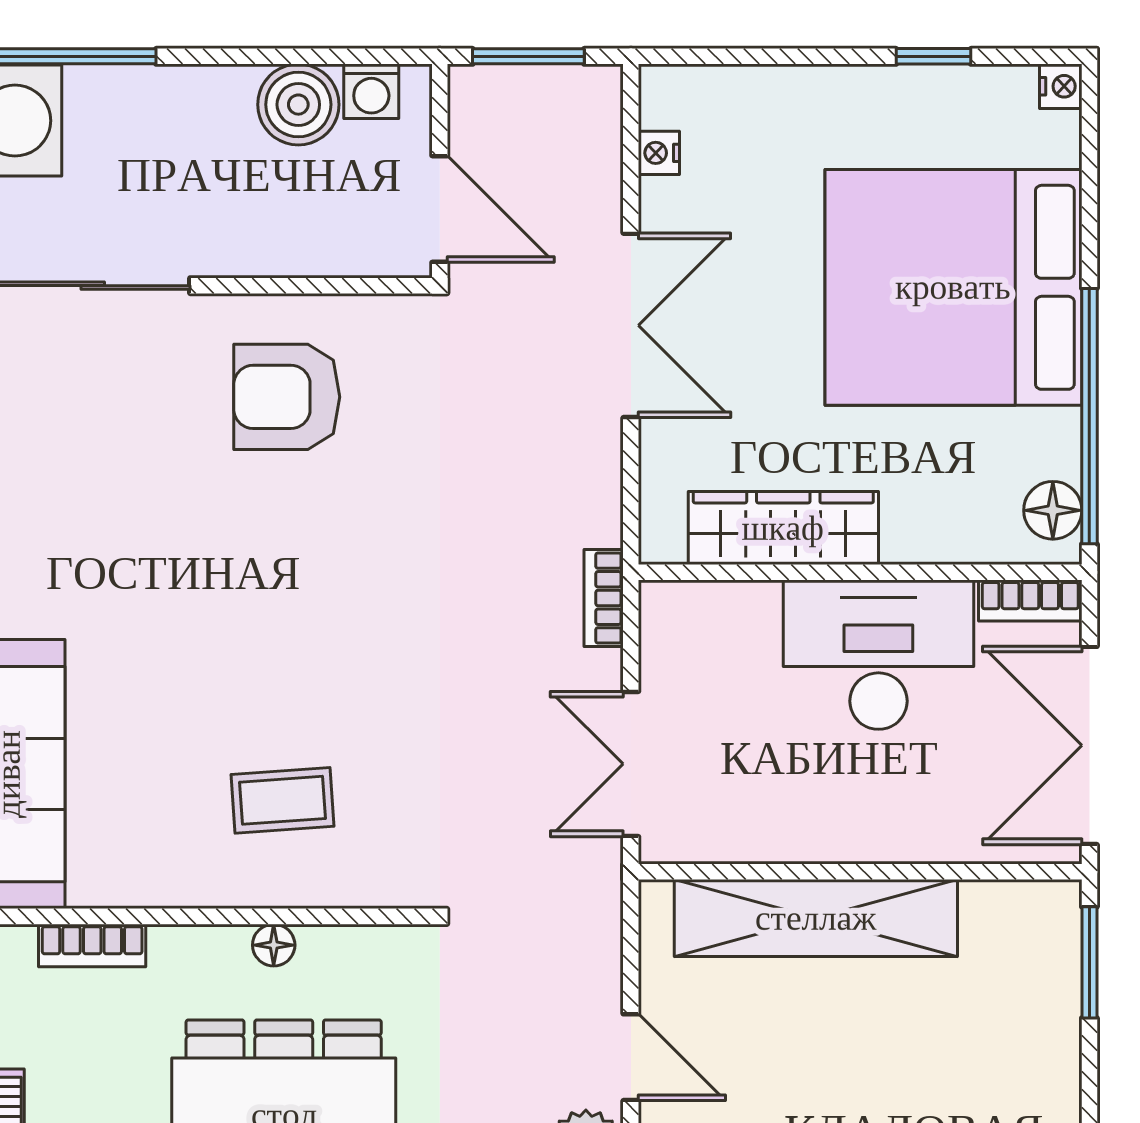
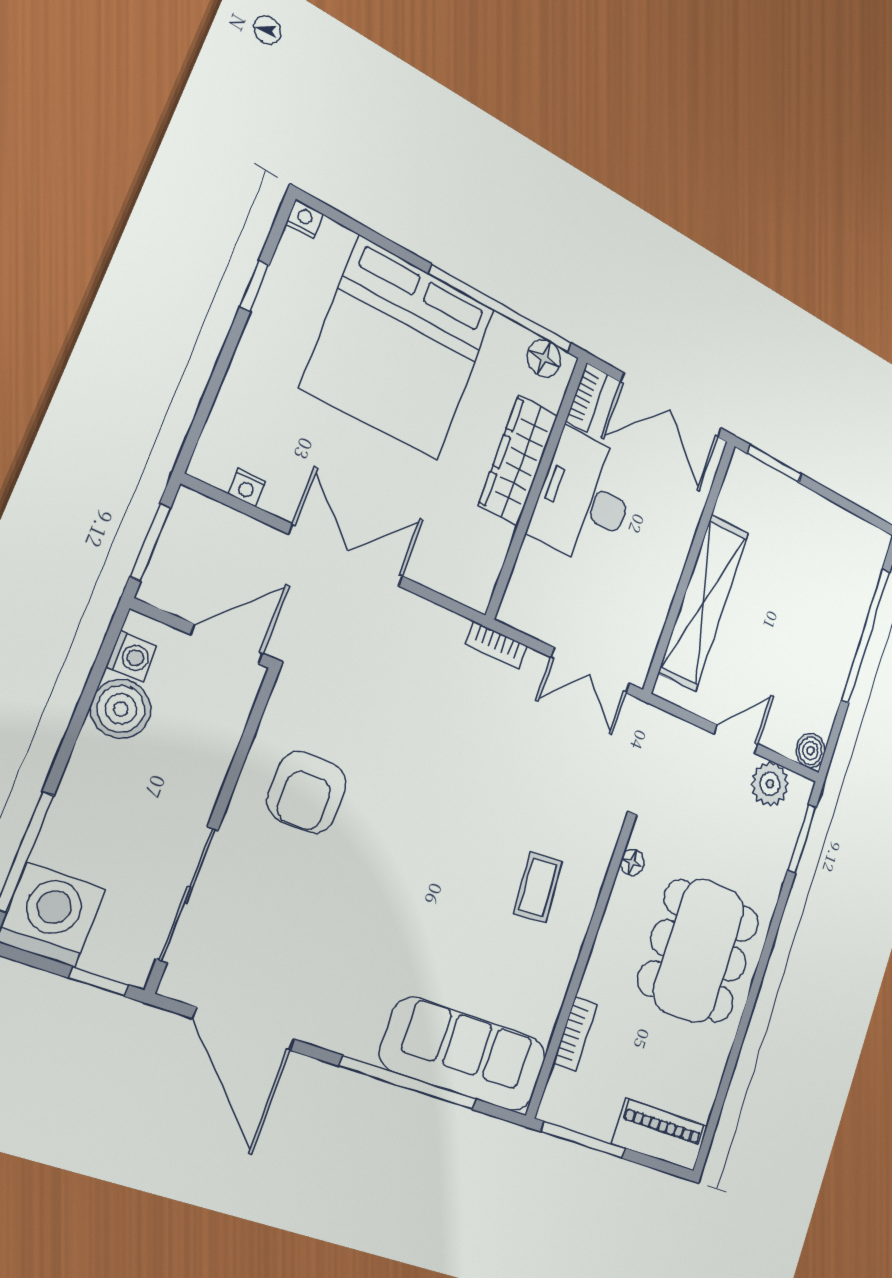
wardrobe: (783, 528) -> (518, 460), moved
floor lamp: (274, 945) -> (632, 863), moved

